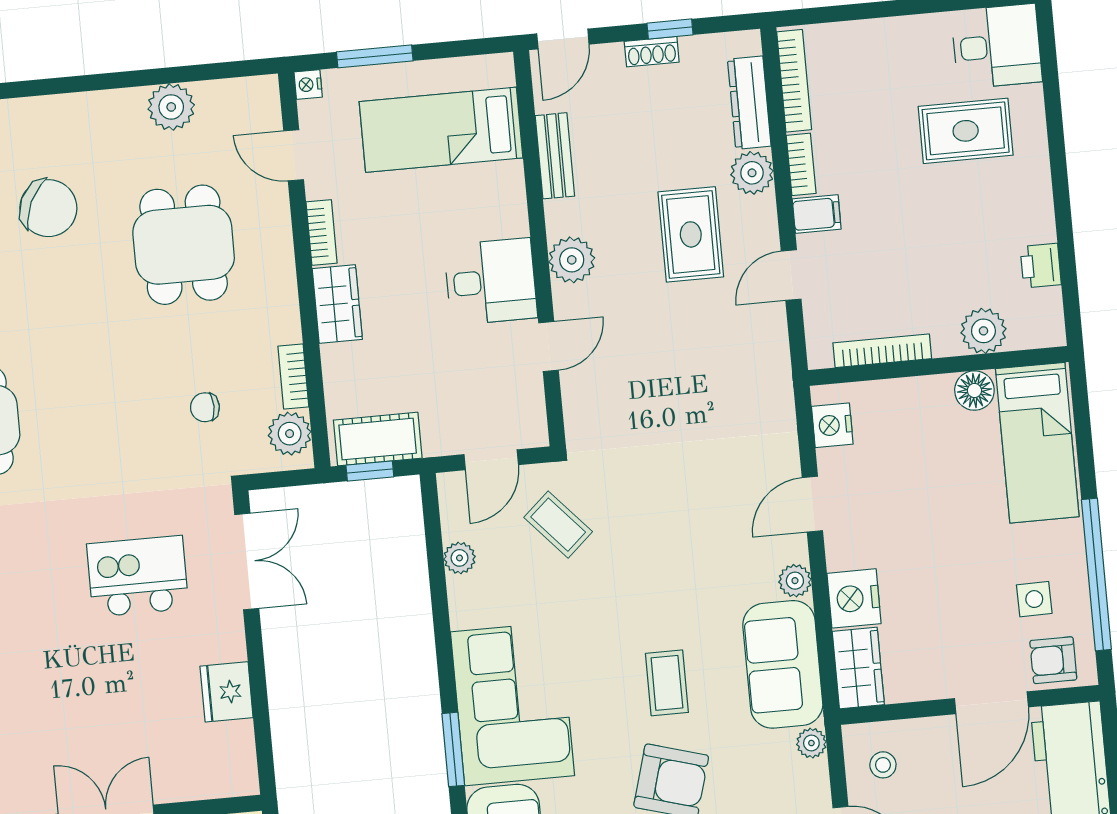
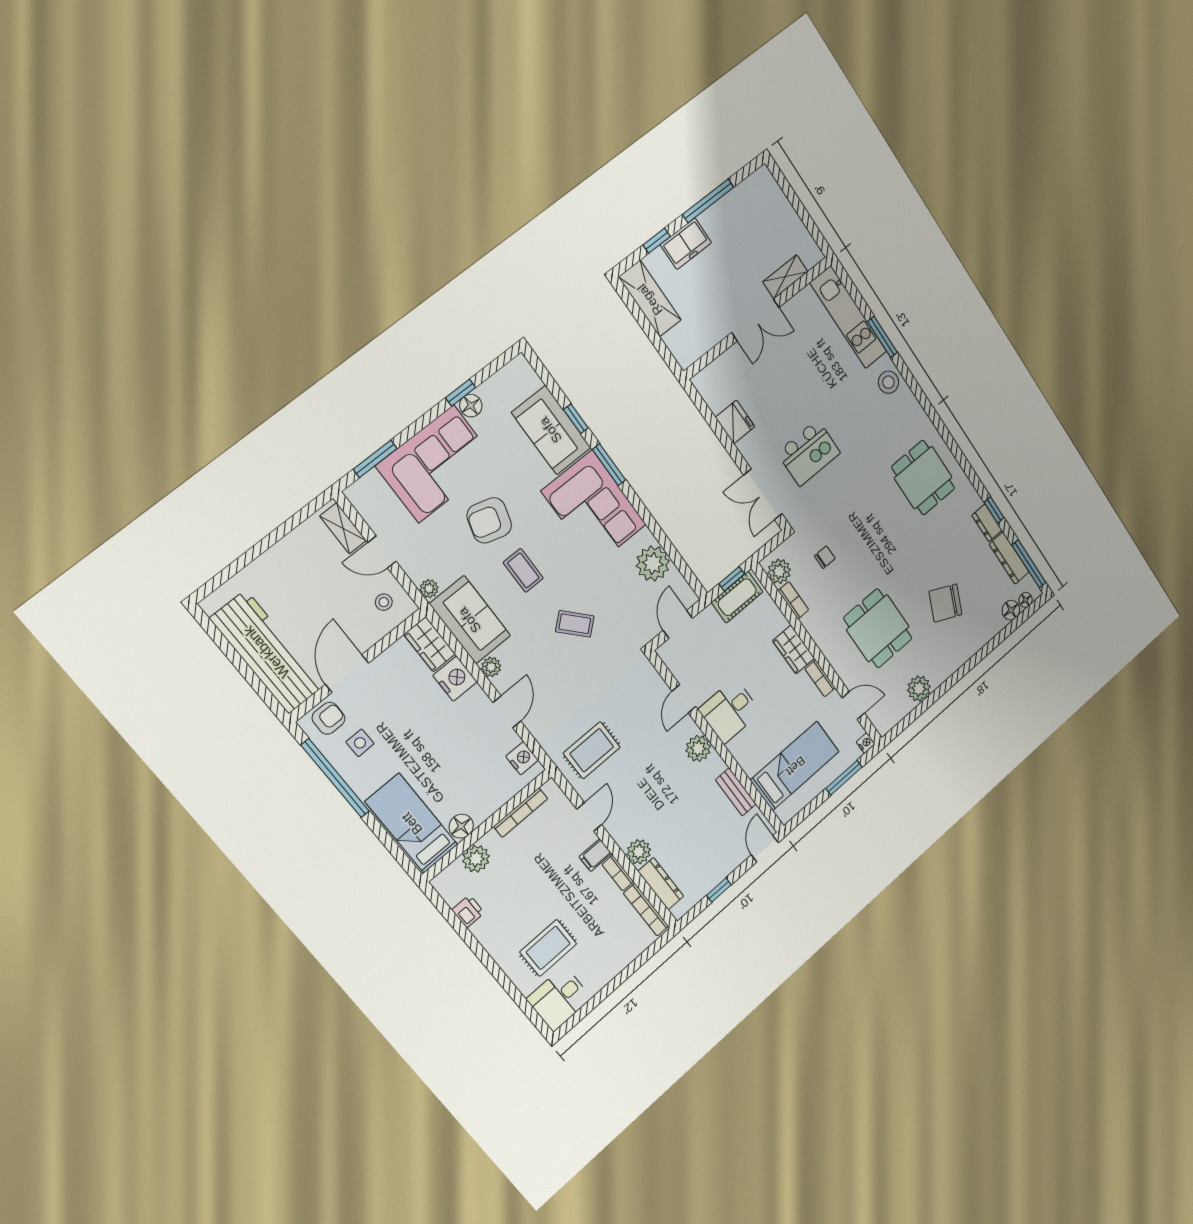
shoe rack: (652, 52) -> (721, 873), removed
rug: (691, 234) -> (592, 750), moved, turned 90
coffee table: (558, 525) -> (575, 624), moved
plant: (460, 558) -> (653, 564), width x1.88, depth x1.88

